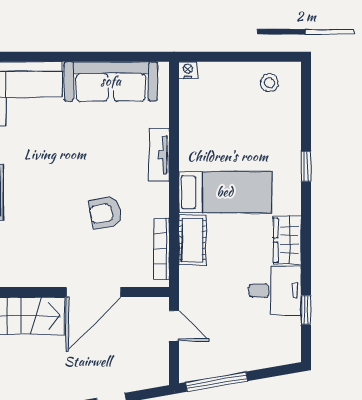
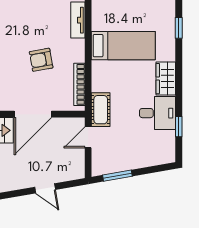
cot: (192, 240) -> (101, 110), moved
door: (174, 326) -> (88, 137), swing flipped
window: (217, 382) -> (117, 176), width x0.69

